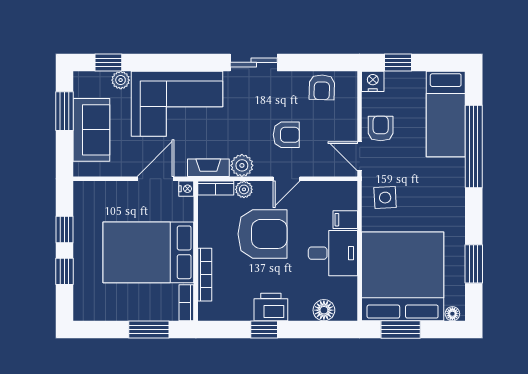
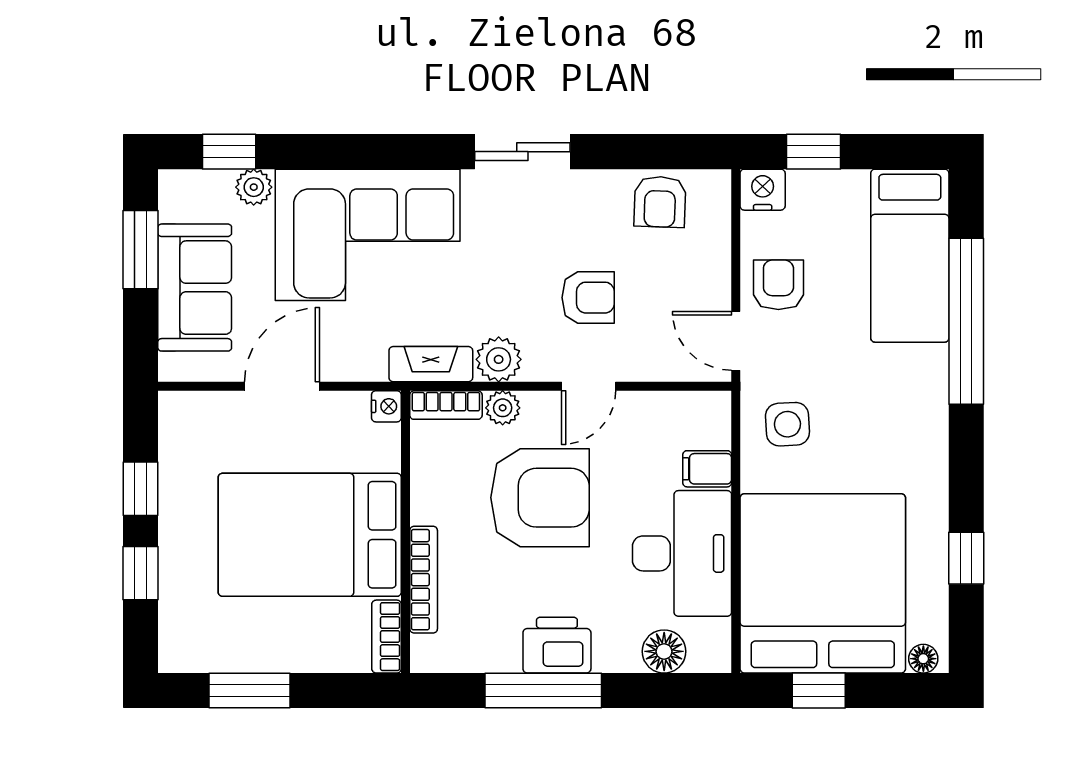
door: (155, 179) -> (282, 386), moved
desk: (333, 253) -> (682, 553), width x1.37
window: (474, 264) -> (966, 558), width x0.67
window: (149, 330) -> (250, 691), moved
window: (264, 330) -> (543, 691), width x2.17
window: (401, 330) -> (819, 691), width x0.67

